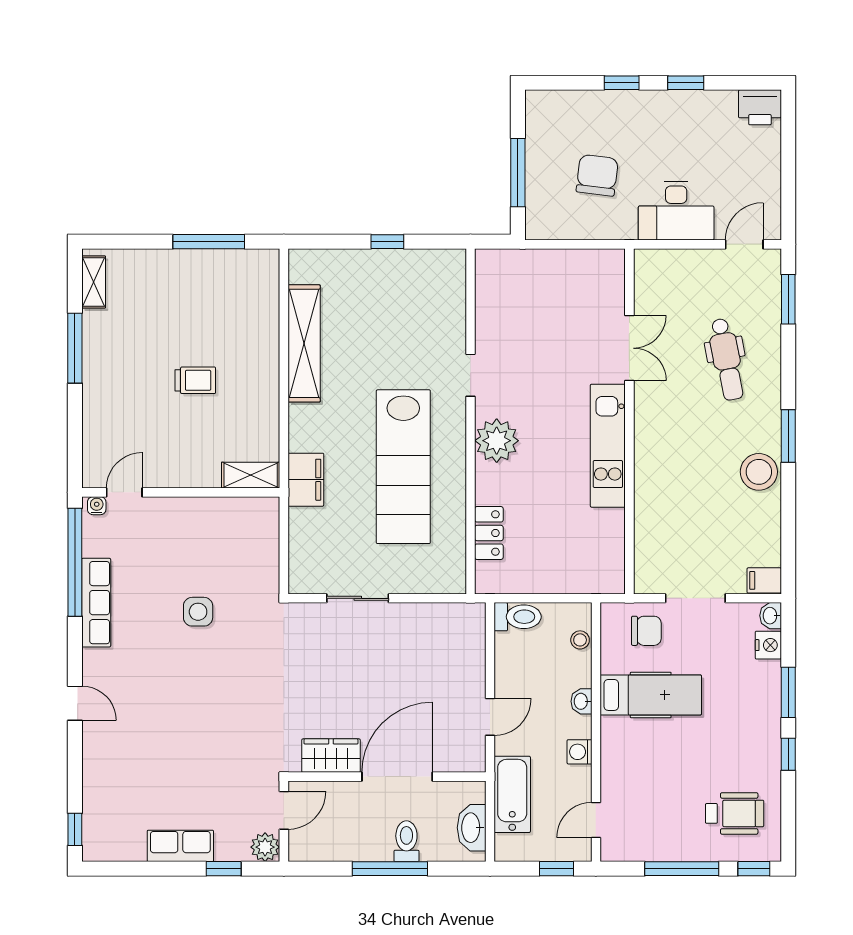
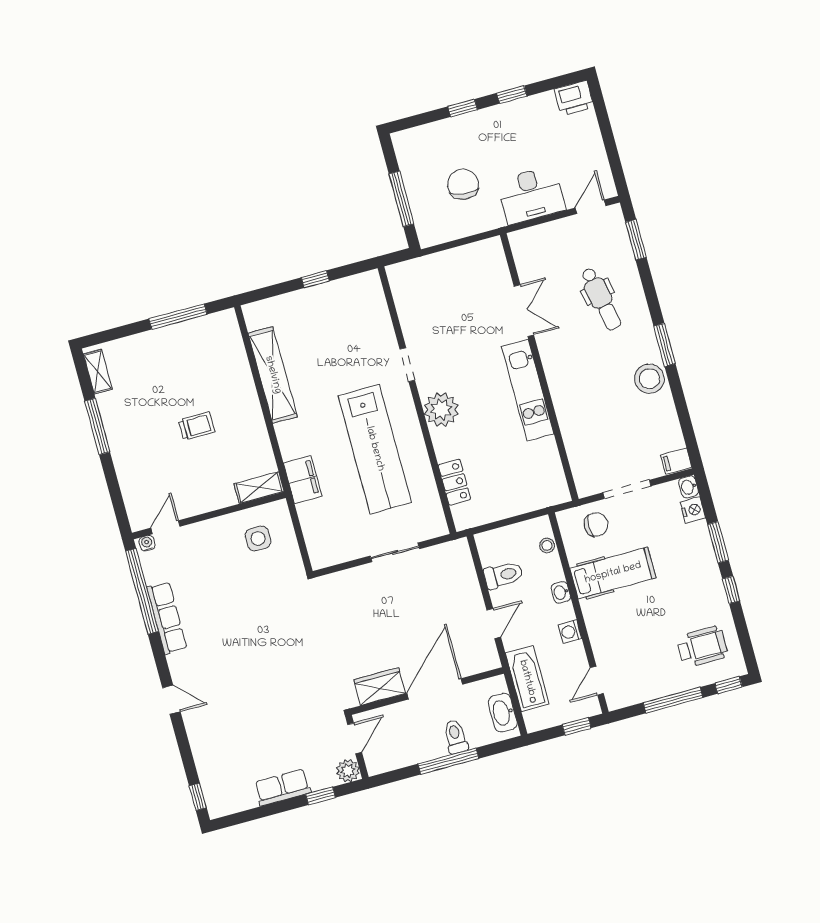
sliding door: (358, 598) -> (395, 552), moved
side table: (198, 612) -> (258, 538), moved
toilet: (518, 617) -> (503, 575), moved

